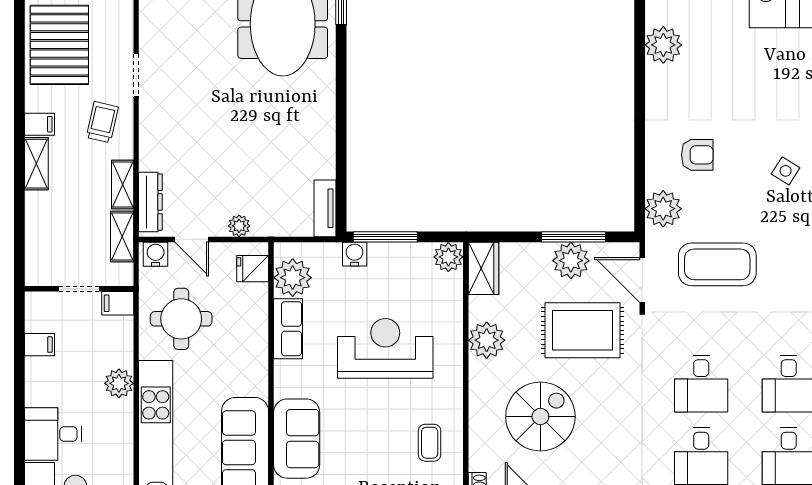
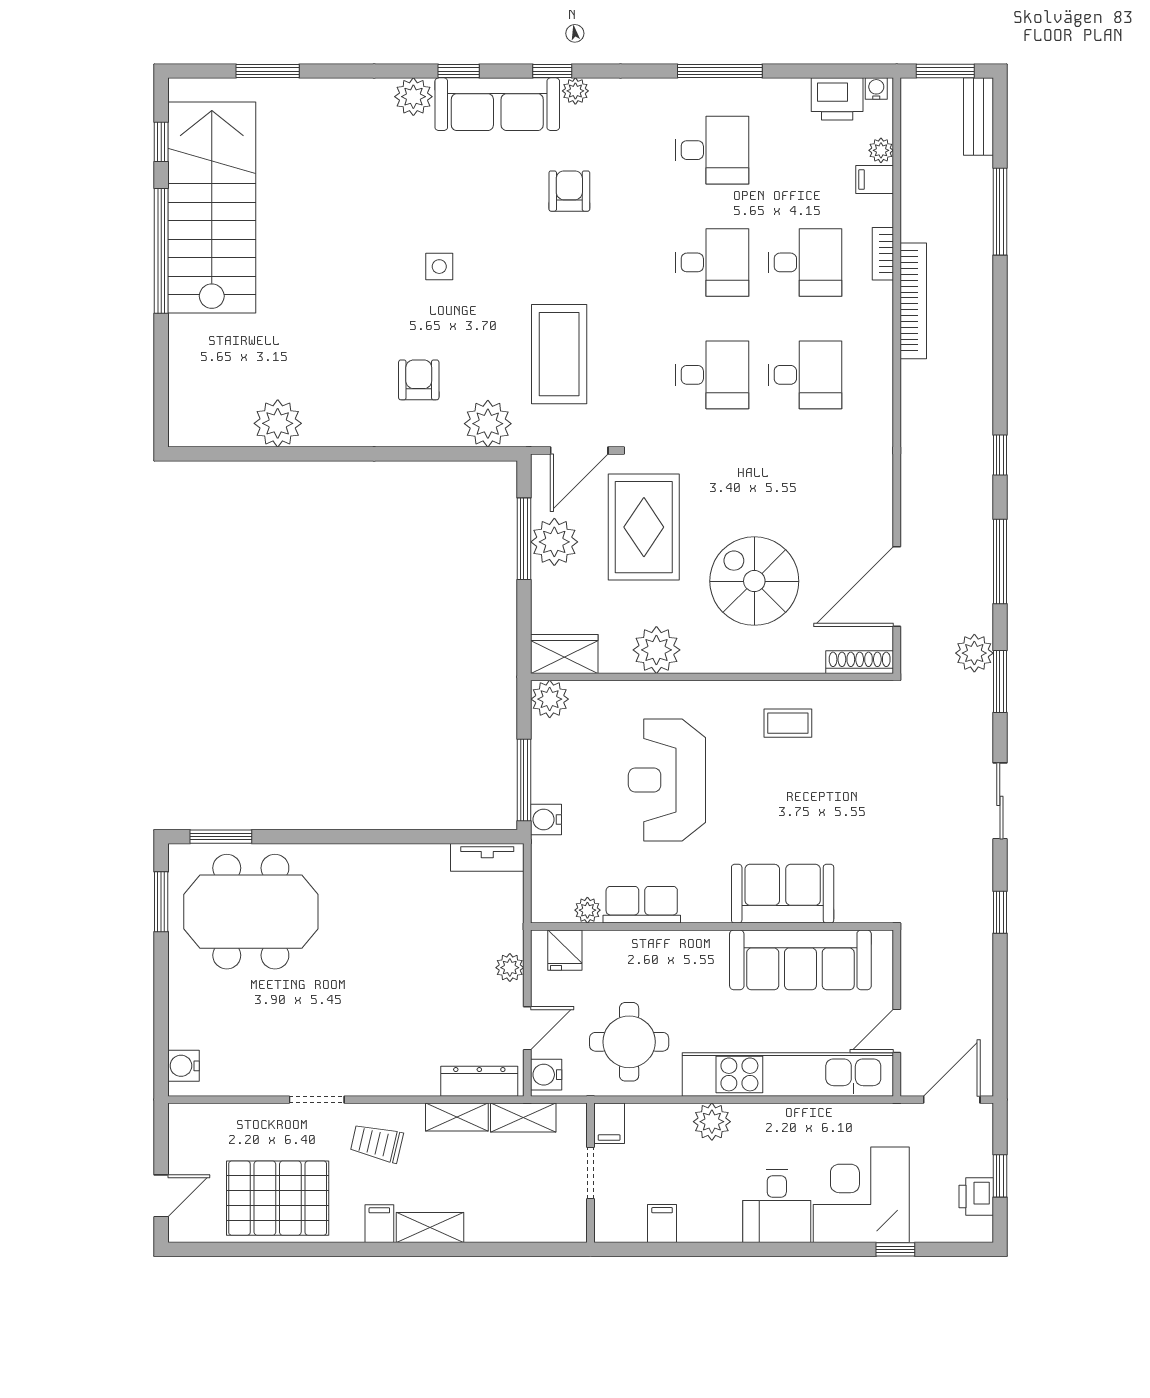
side table: (786, 171) -> (439, 267), turned -32
plant: (293, 278) -> (587, 910), width x0.53, depth x0.53

